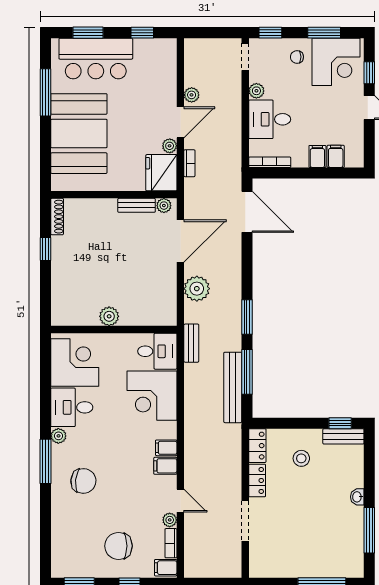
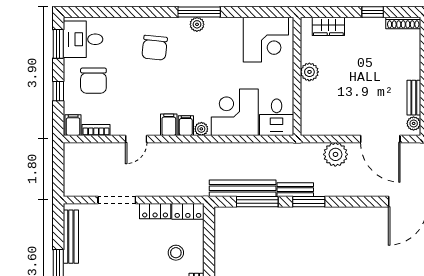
wardrobe: (61, 296) -> (328, 26), added
bench: (191, 343) -> (295, 190), moved
desk: (72, 407) -> (83, 39), moved, turned -90
window: (45, 461) -> (199, 12), moved
plant: (170, 520) -> (201, 129), moved
chair: (118, 546) -> (93, 81), turned 180
bench: (284, 570) -> (71, 237), added

